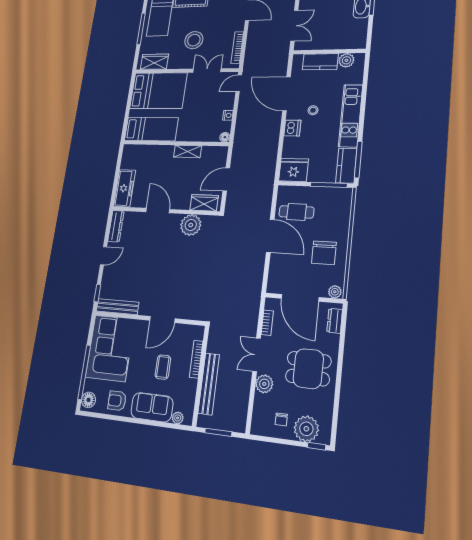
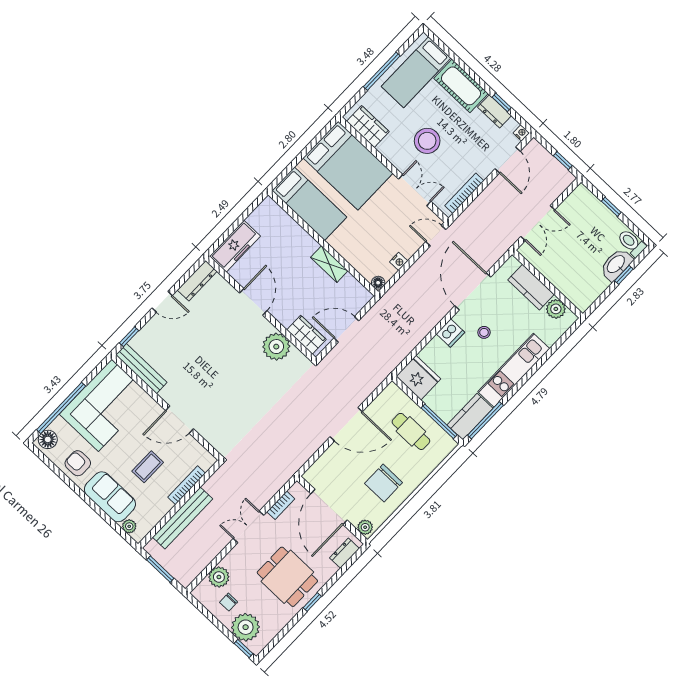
cafe table: (296, 212) -> (411, 431), moved
door: (270, 236) -> (346, 424), hinge flipped
window: (339, 373) -> (312, 602), added
plant: (264, 384) -> (219, 577), moved

